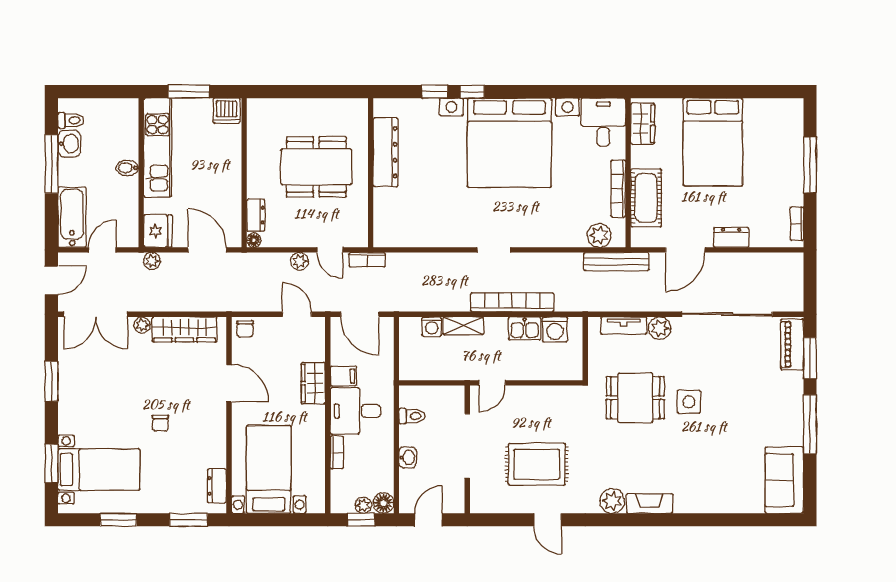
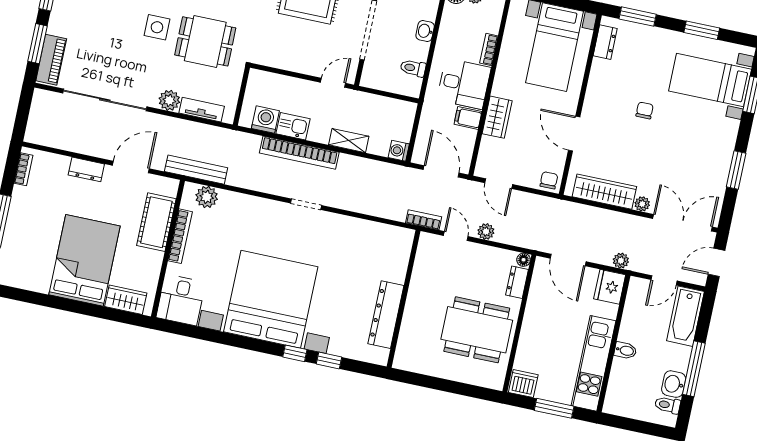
wardrobe: (643, 124) -> (126, 300), moved, turned 90
dining table: (316, 167) -> (477, 330), moved
washing machine: (432, 326) -> (399, 151), moved, turned -90

